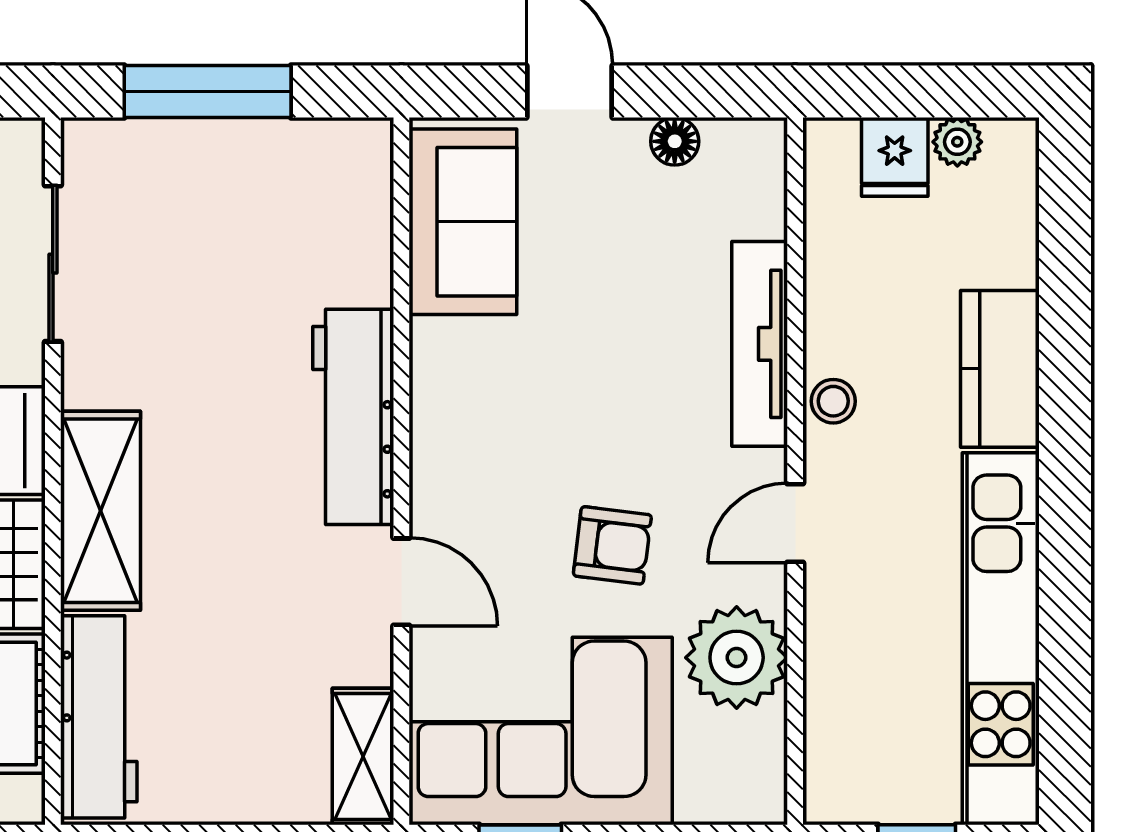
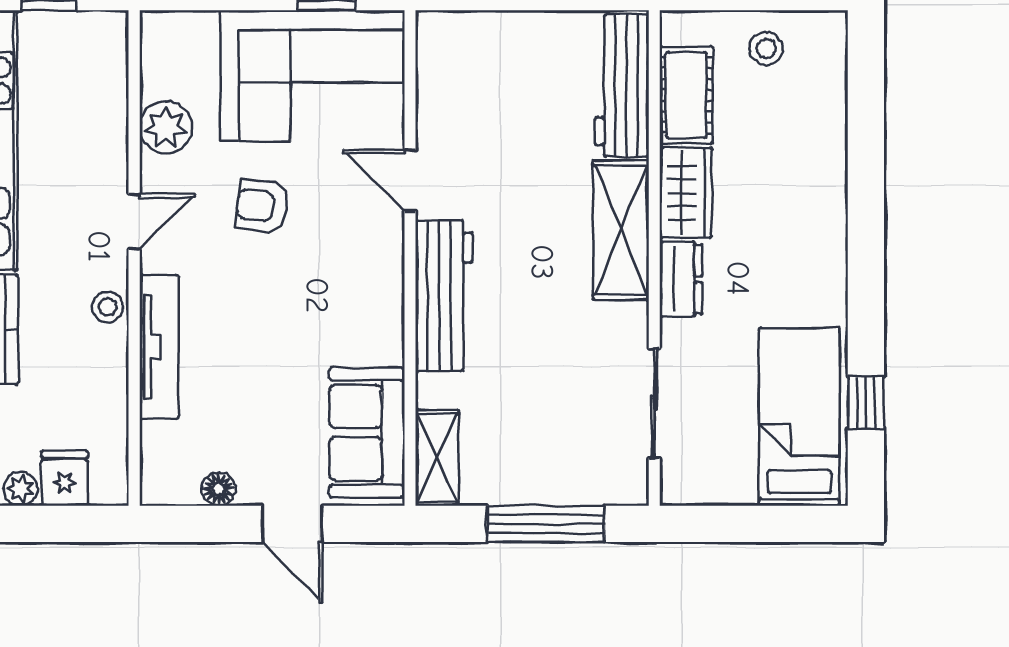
plant: (737, 658) -> (166, 127), width x0.73, depth x0.73
shelving: (363, 756) -> (437, 458), moved

